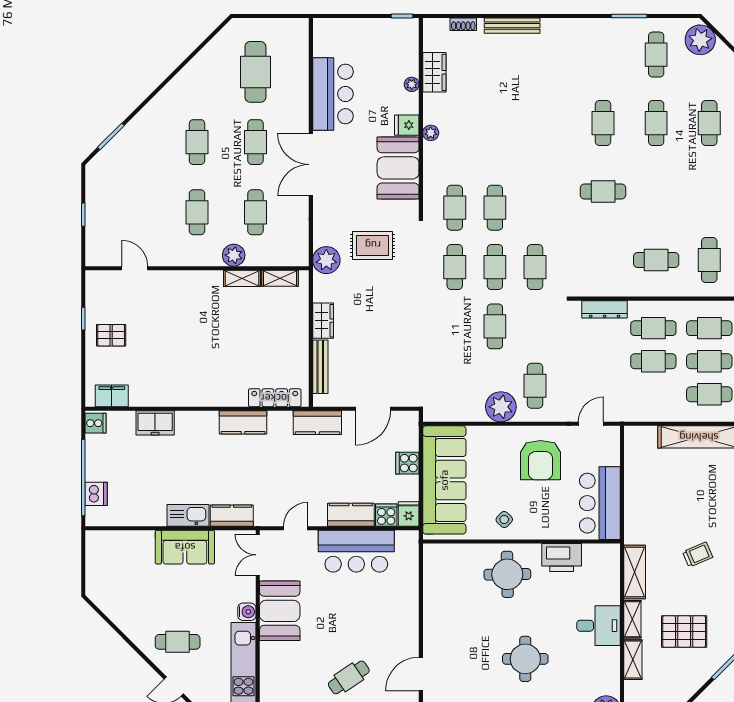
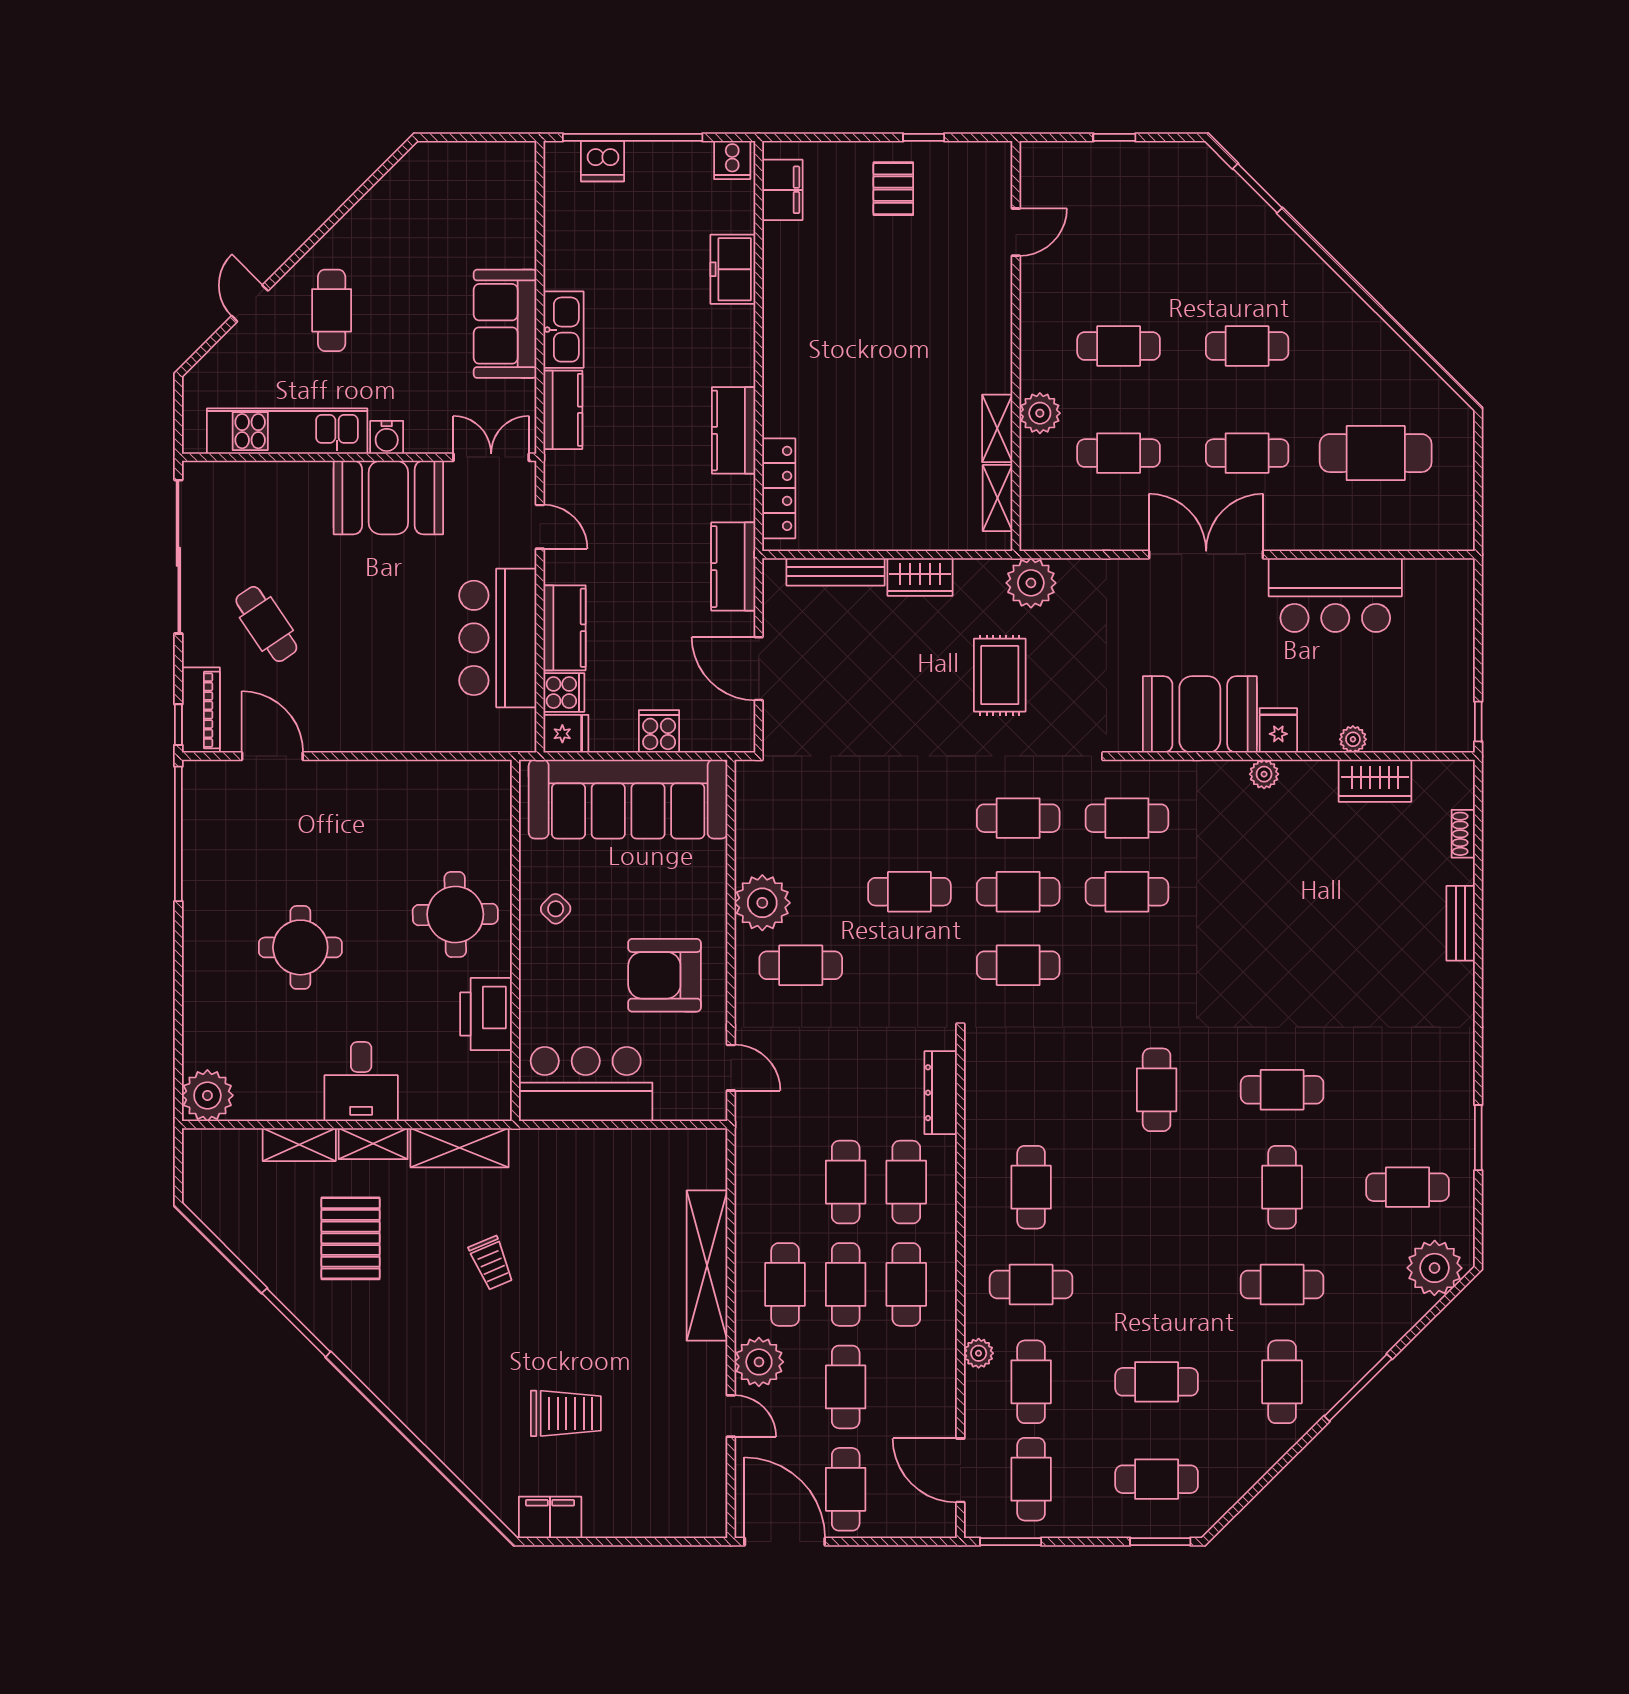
bench: (512, 26) -> (1461, 923), width x0.73
cafe table: (656, 123) -> (1282, 1187), turned 90
rug: (373, 245) -> (1000, 675), moved

